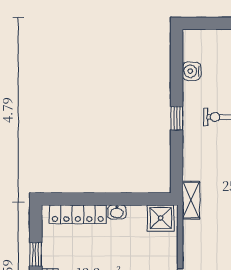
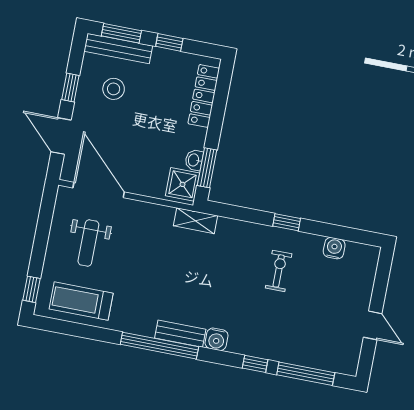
window: (142, 199) -> (207, 168), added
washbasin: (117, 212) -> (194, 160), moved

